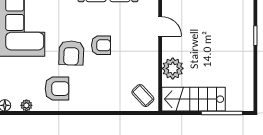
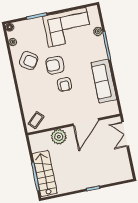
door: (160, 26) -> (86, 122), width x1.87
armchair: (57, 89) -> (29, 60), turned -56
stairs: (194, 99) -> (45, 173), moved

